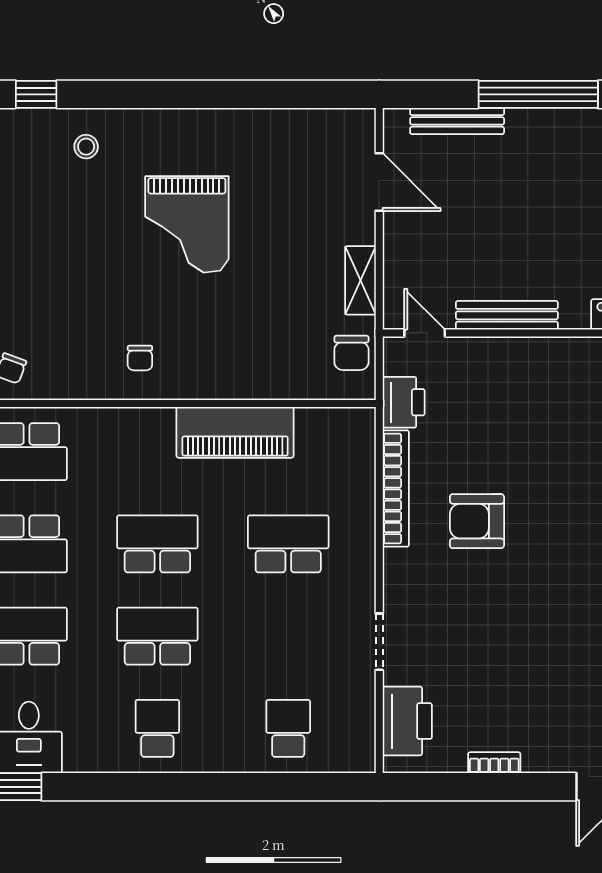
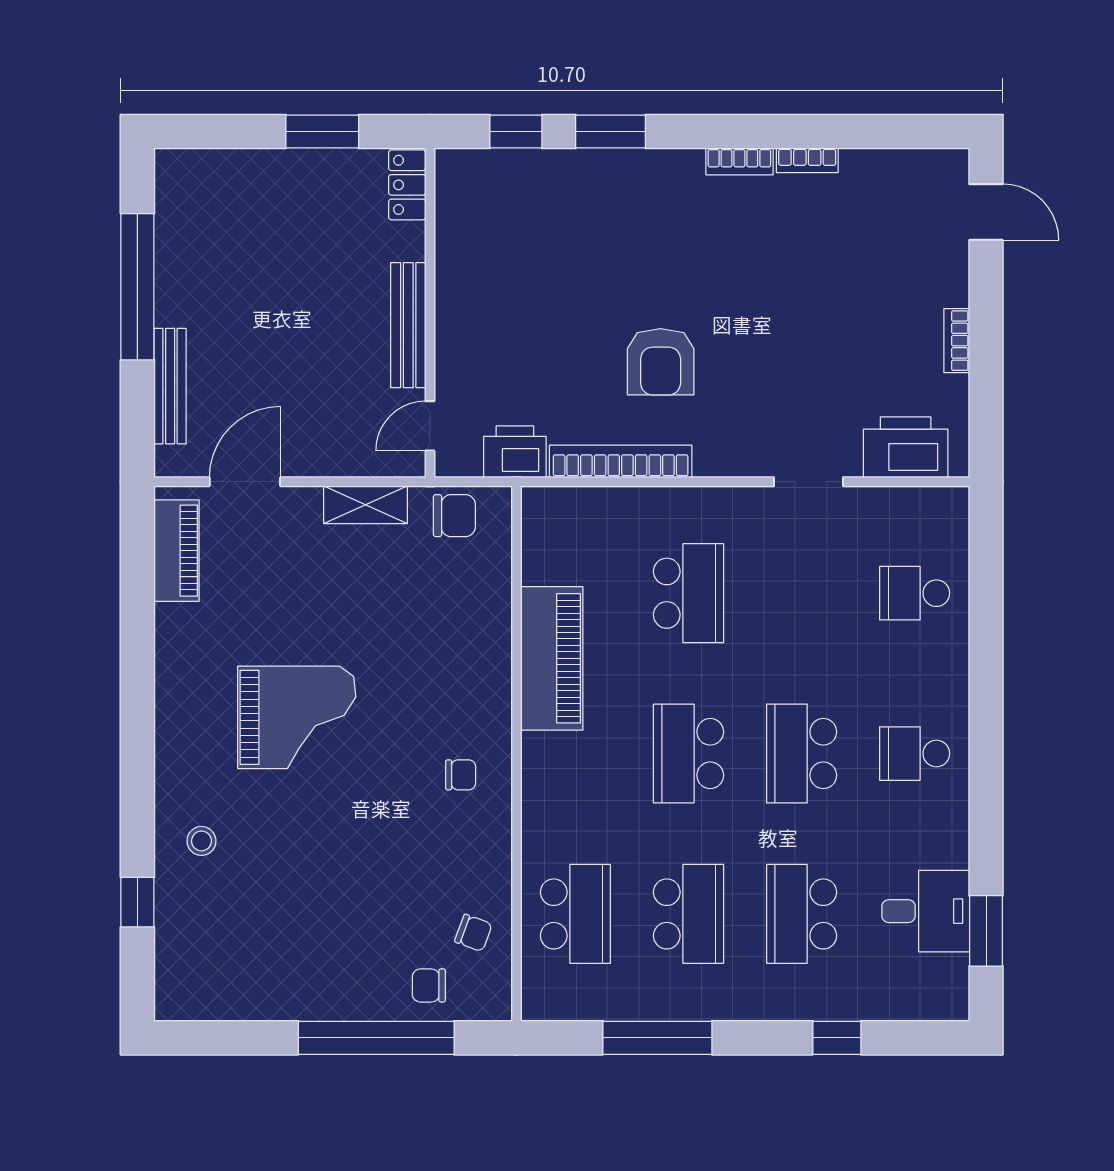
piano: (323, 126) -> (177, 551), added
school desk: (288, 544) -> (688, 593), turned 180

